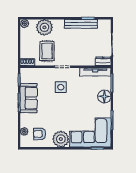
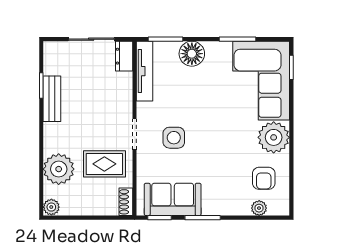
bench: (81, 24) -> (52, 99), width x0.73
sofa: (29, 98) -> (173, 199), moved

